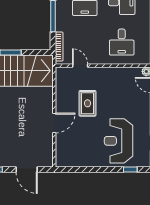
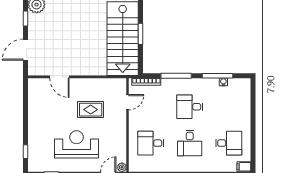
door: (54, 123) -> (59, 77), moved
reception desk: (118, 141) -> (77, 144), moved

